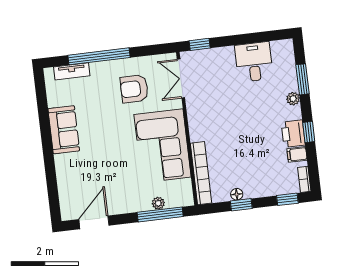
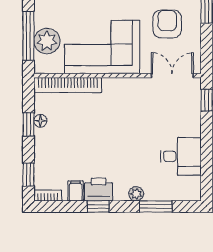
plant: (158, 203) -> (47, 41), width x1.88, depth x1.88

